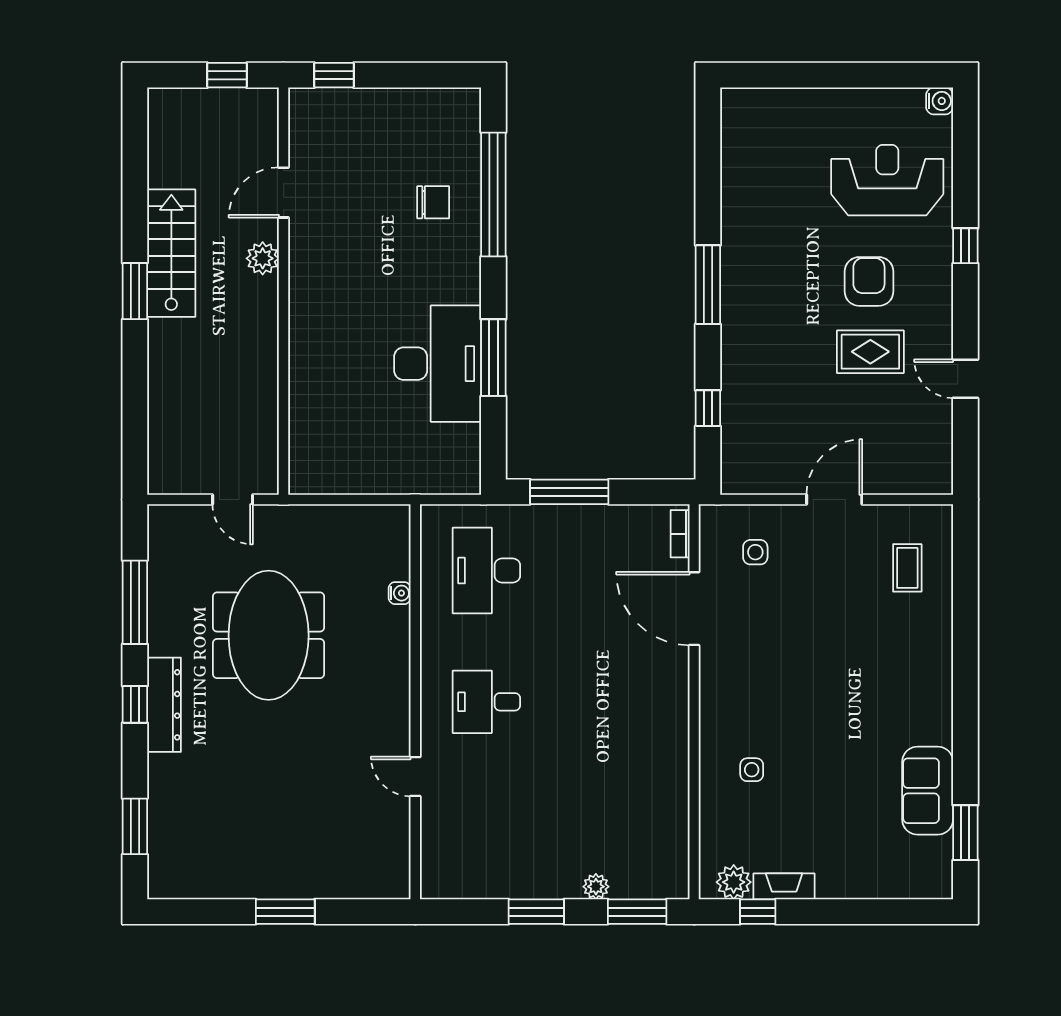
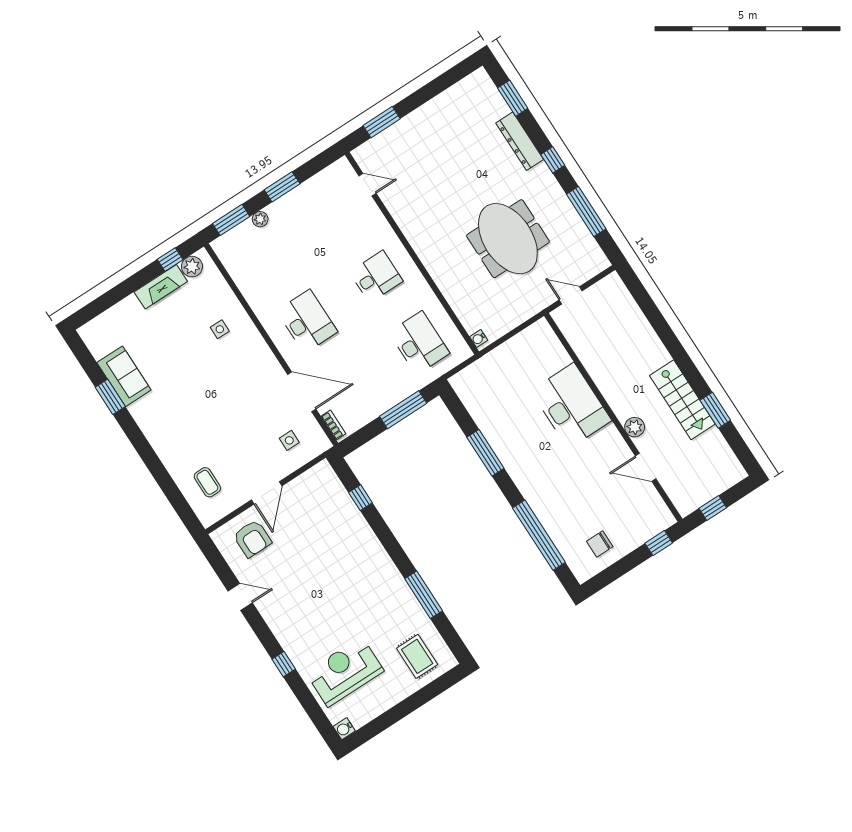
reception desk: (887, 180) -> (345, 672), turned 180
door: (284, 192) -> (646, 467), swing flipped
chair: (433, 202) -> (600, 544), moved
armchair: (869, 281) -> (252, 539), moved
window: (708, 285) -> (424, 595), moved
window: (135, 291) -> (715, 410), moved
rug: (870, 352) -> (417, 656), moved, turned 90
desk: (438, 364) -> (571, 406), moved, turned 180
water cooler: (400, 593) -> (479, 338), moved
desk: (623, 702) -> (307, 321), added
dresser: (164, 705) -> (520, 141), moved
door: (415, 776) -> (367, 185), moved
window: (965, 833) -> (110, 397), moved
fireplace: (784, 886) -> (161, 287), width x1.37, depth x1.32
window: (285, 912) -> (382, 122), moved

